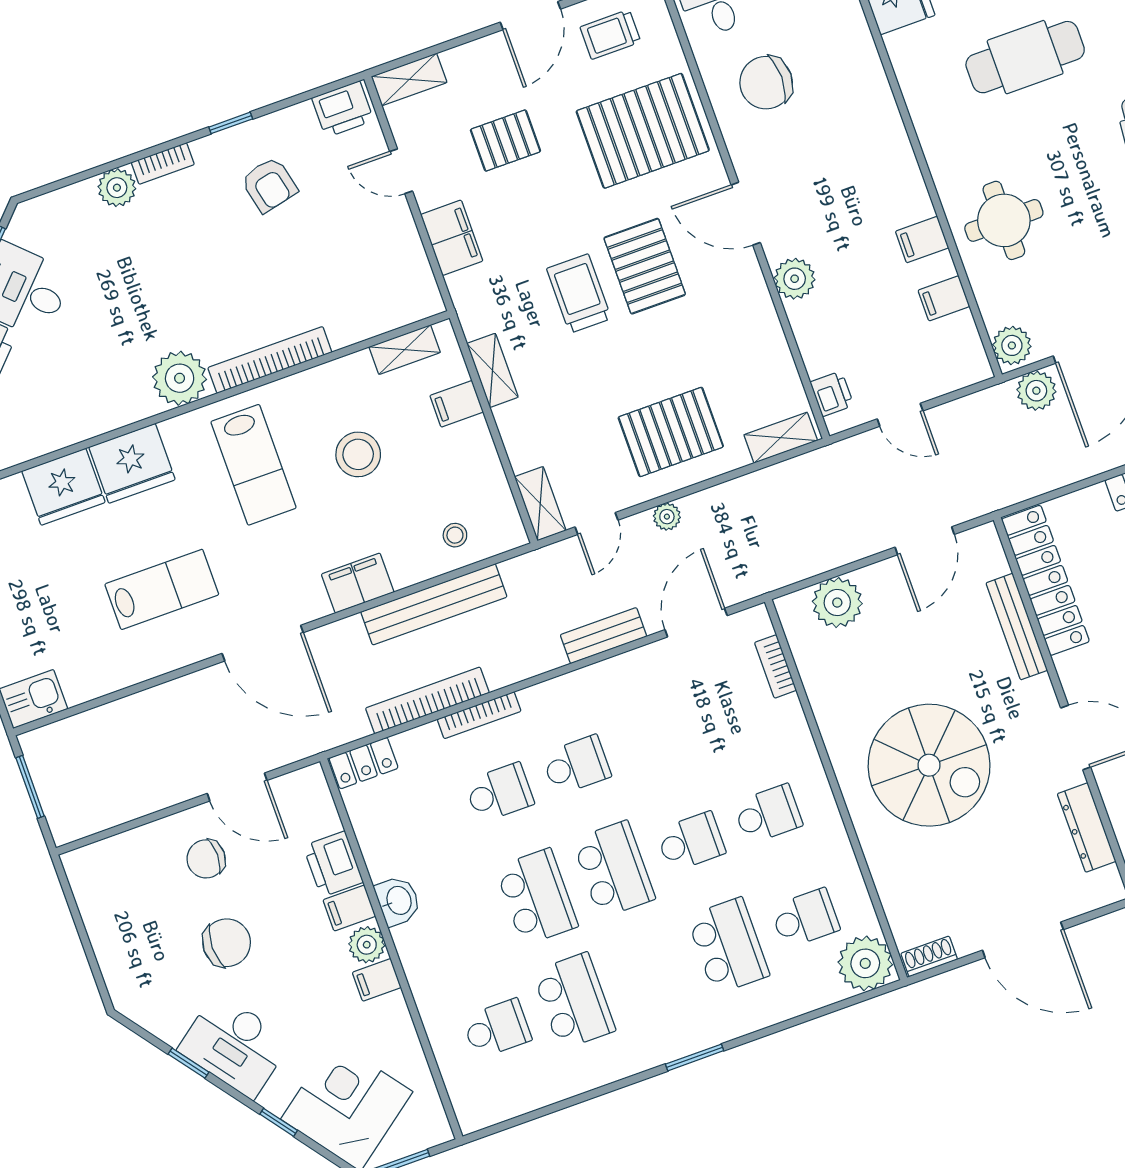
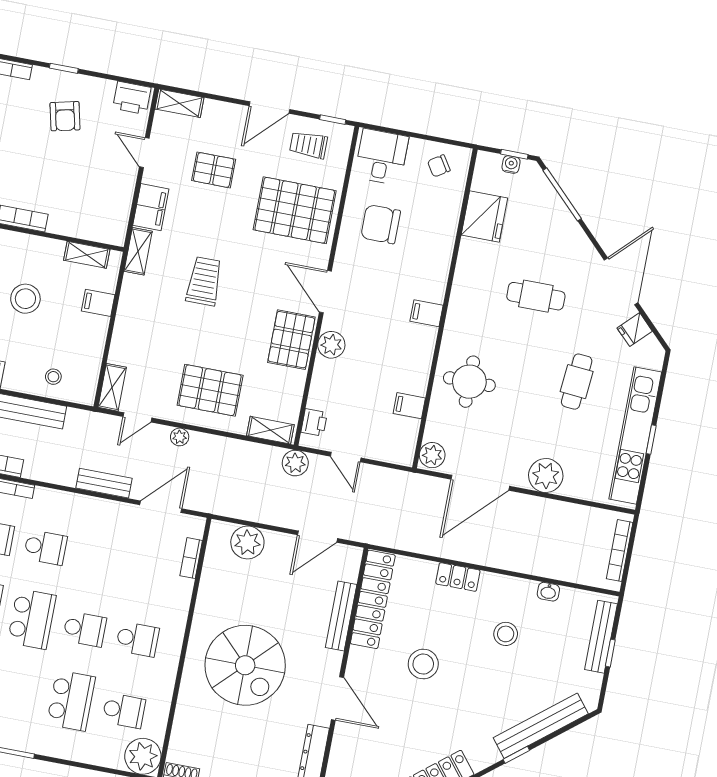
cafe table: (1025, 57) -> (536, 296), width x0.73, depth x0.74
filing cabinet: (922, 240) -> (427, 313), moved
pallet: (645, 266) -> (291, 340), moved
shelving: (492, 370) -> (138, 251), moved
plant: (1036, 391) -> (295, 463), moved

